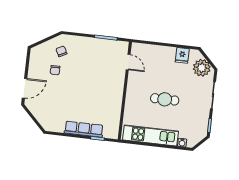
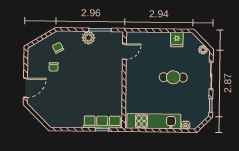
plant: (93, 44) -> (88, 38), added
door: (128, 62) -> (124, 52), hinge flipped
plant: (202, 68) -> (203, 50), width x0.53, depth x0.53
cafe table: (165, 99) -> (173, 77), moved
row of seats: (84, 129) -> (102, 122), moved

